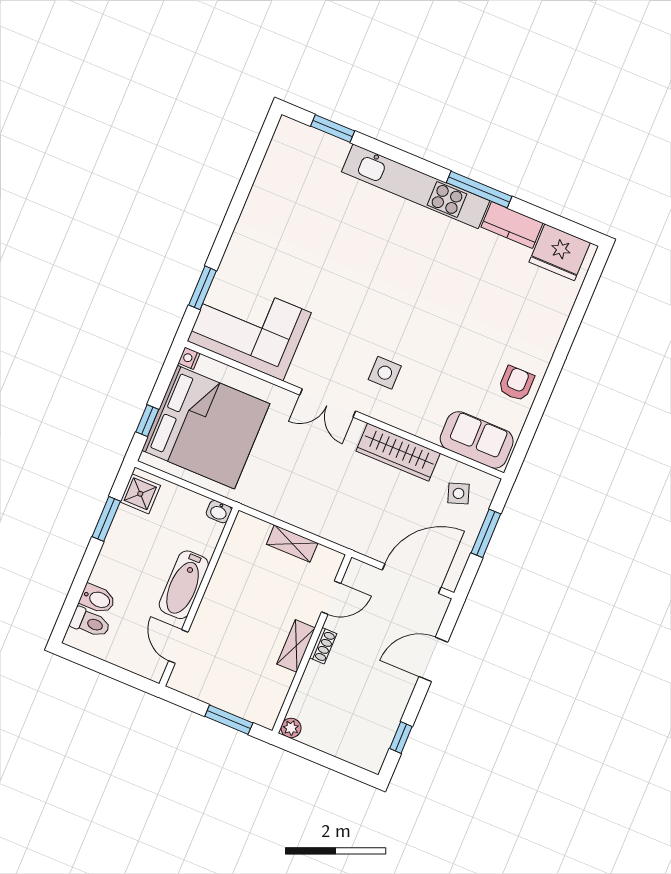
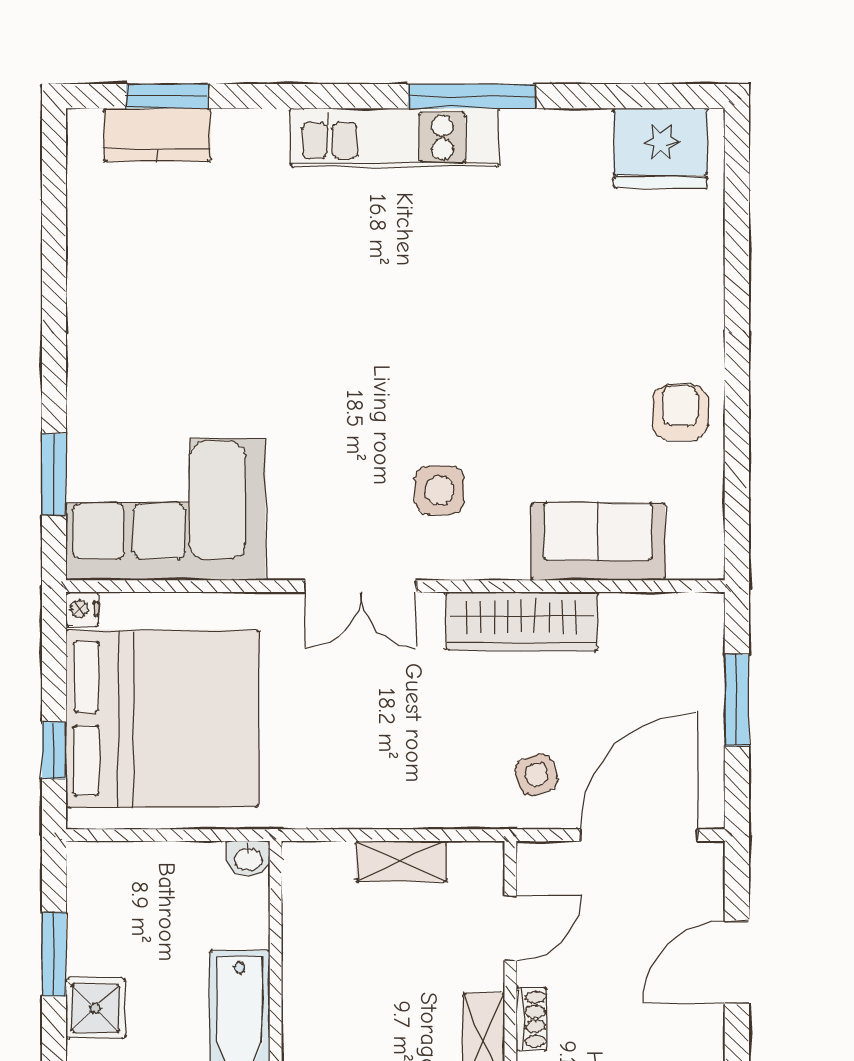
kitchen unit: (416, 186) -> (394, 138), width x0.73
kitchen counter: (512, 225) -> (157, 135), moved
sofa: (477, 440) -> (598, 542), moved
side table: (458, 493) -> (536, 775), moved
shower: (140, 494) -> (96, 1008), moved

